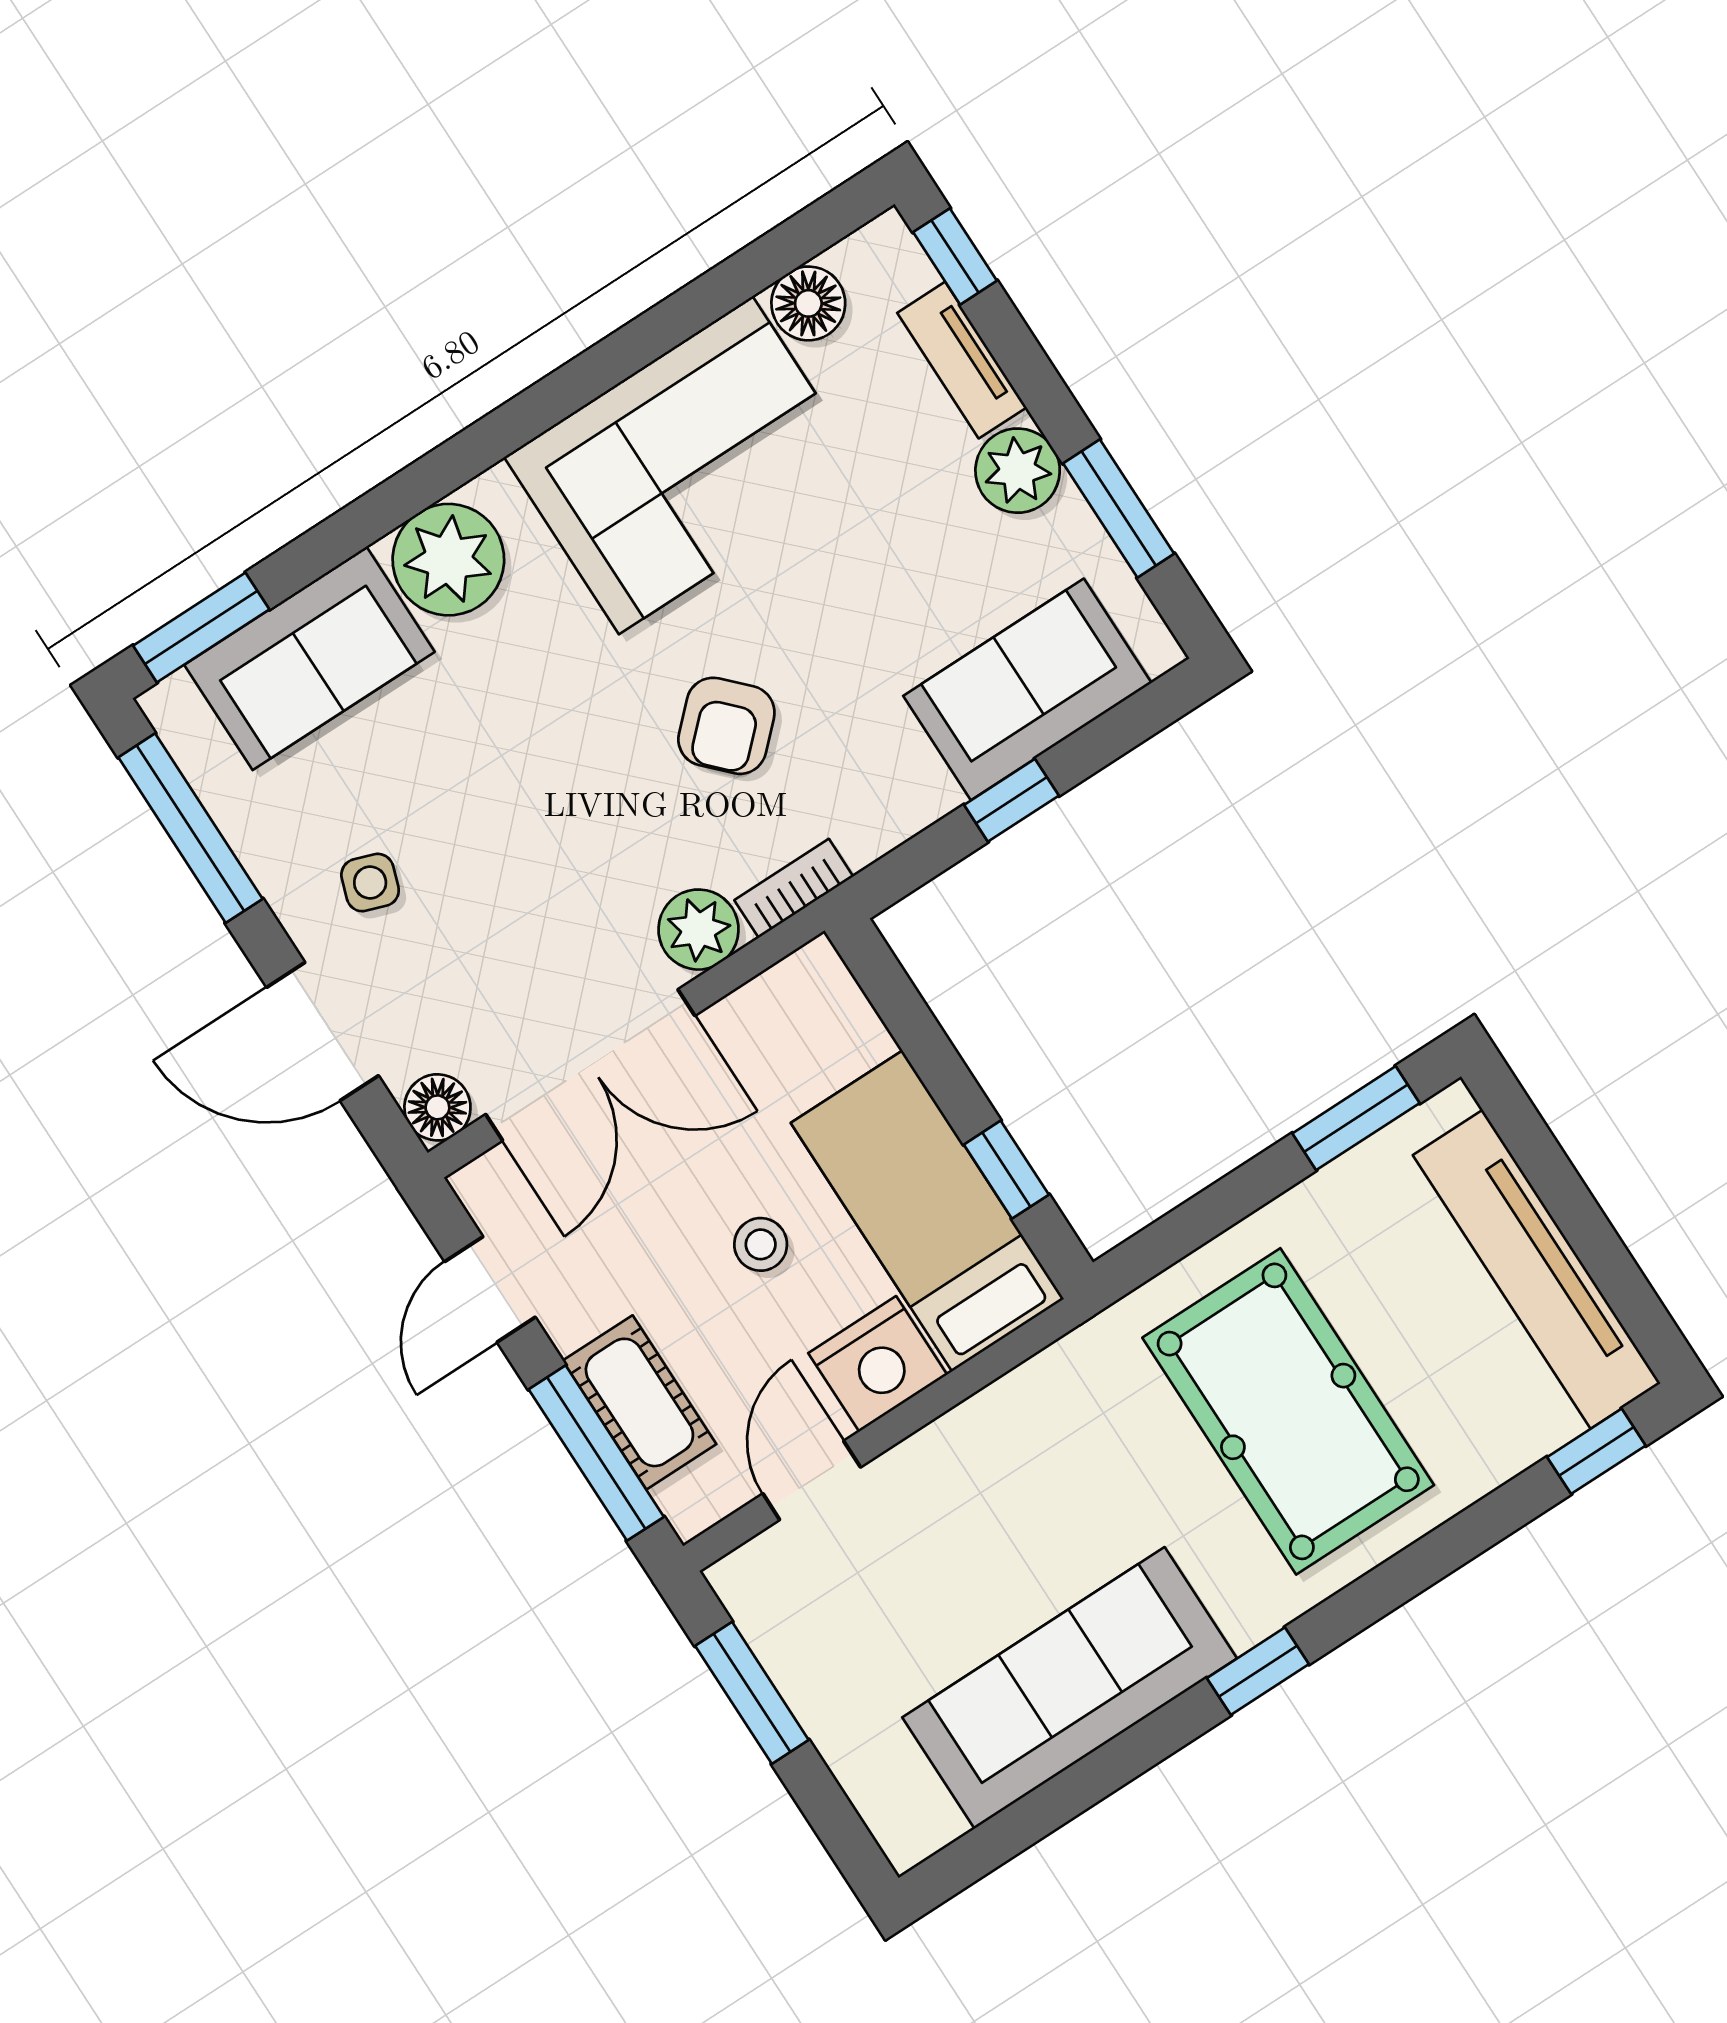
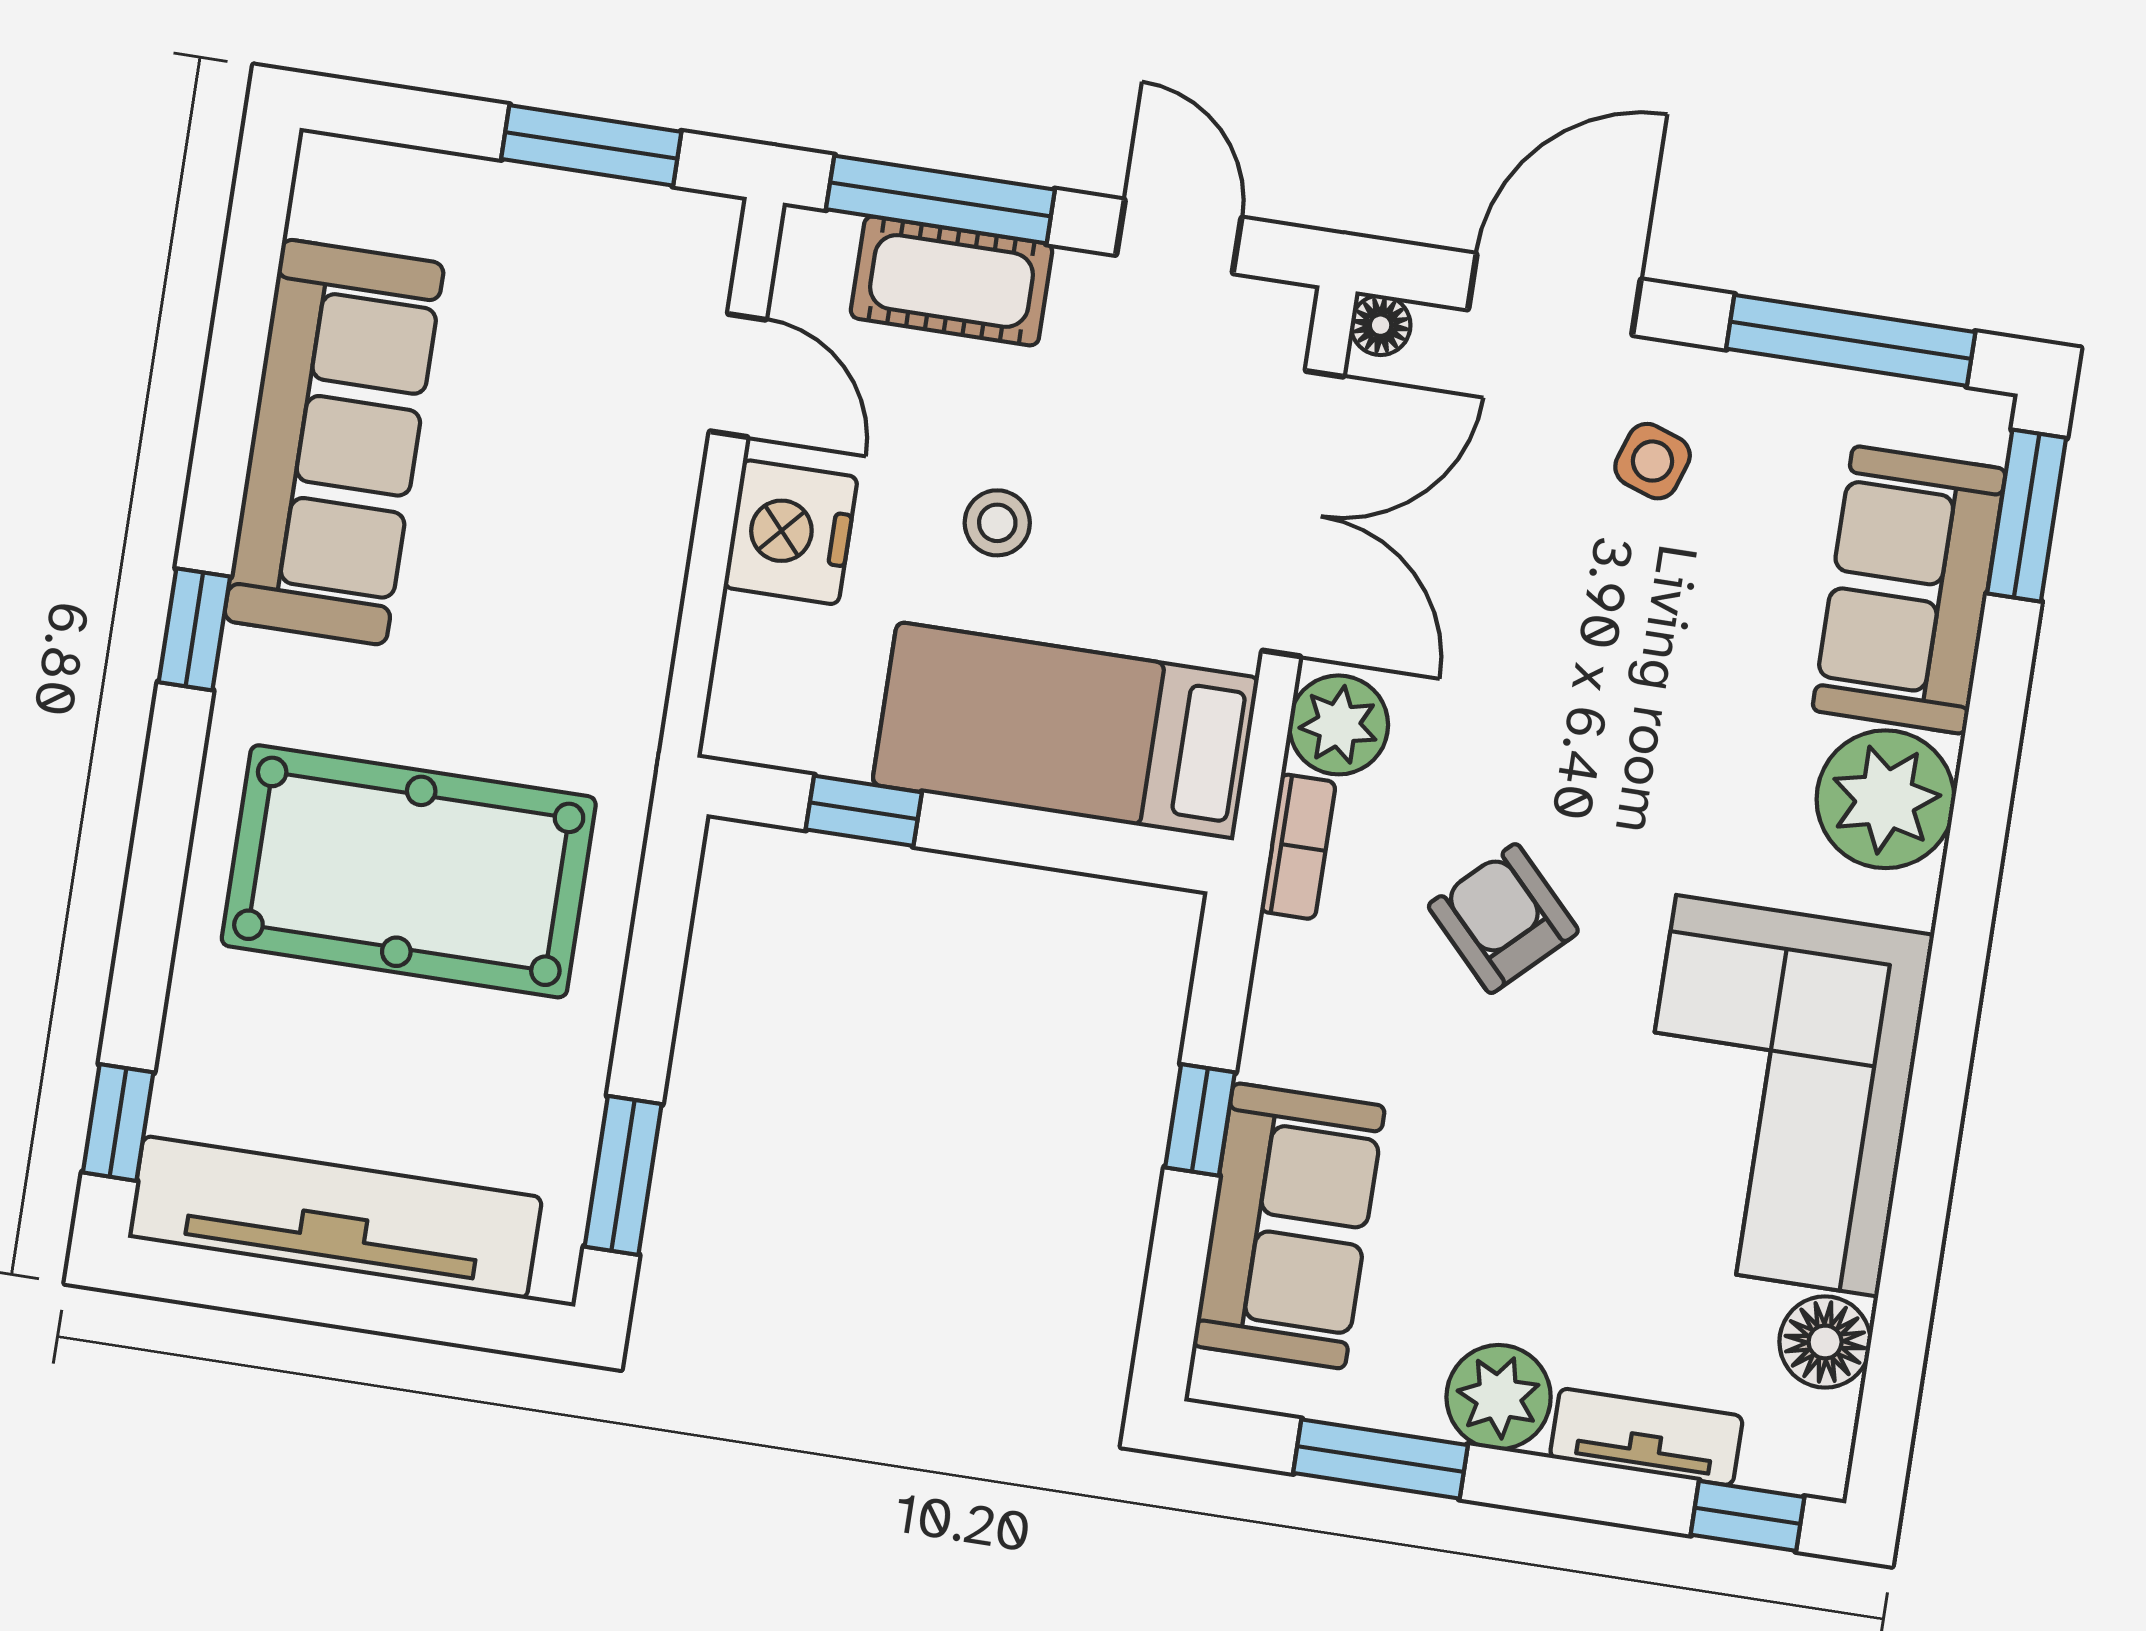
double door: (590, 1065) -> (1303, 514), swing flipped
floor lamp: (437, 1107) -> (1381, 325), width x0.73, depth x0.73
bed: (927, 1211) -> (1065, 731), moved, turned 180

